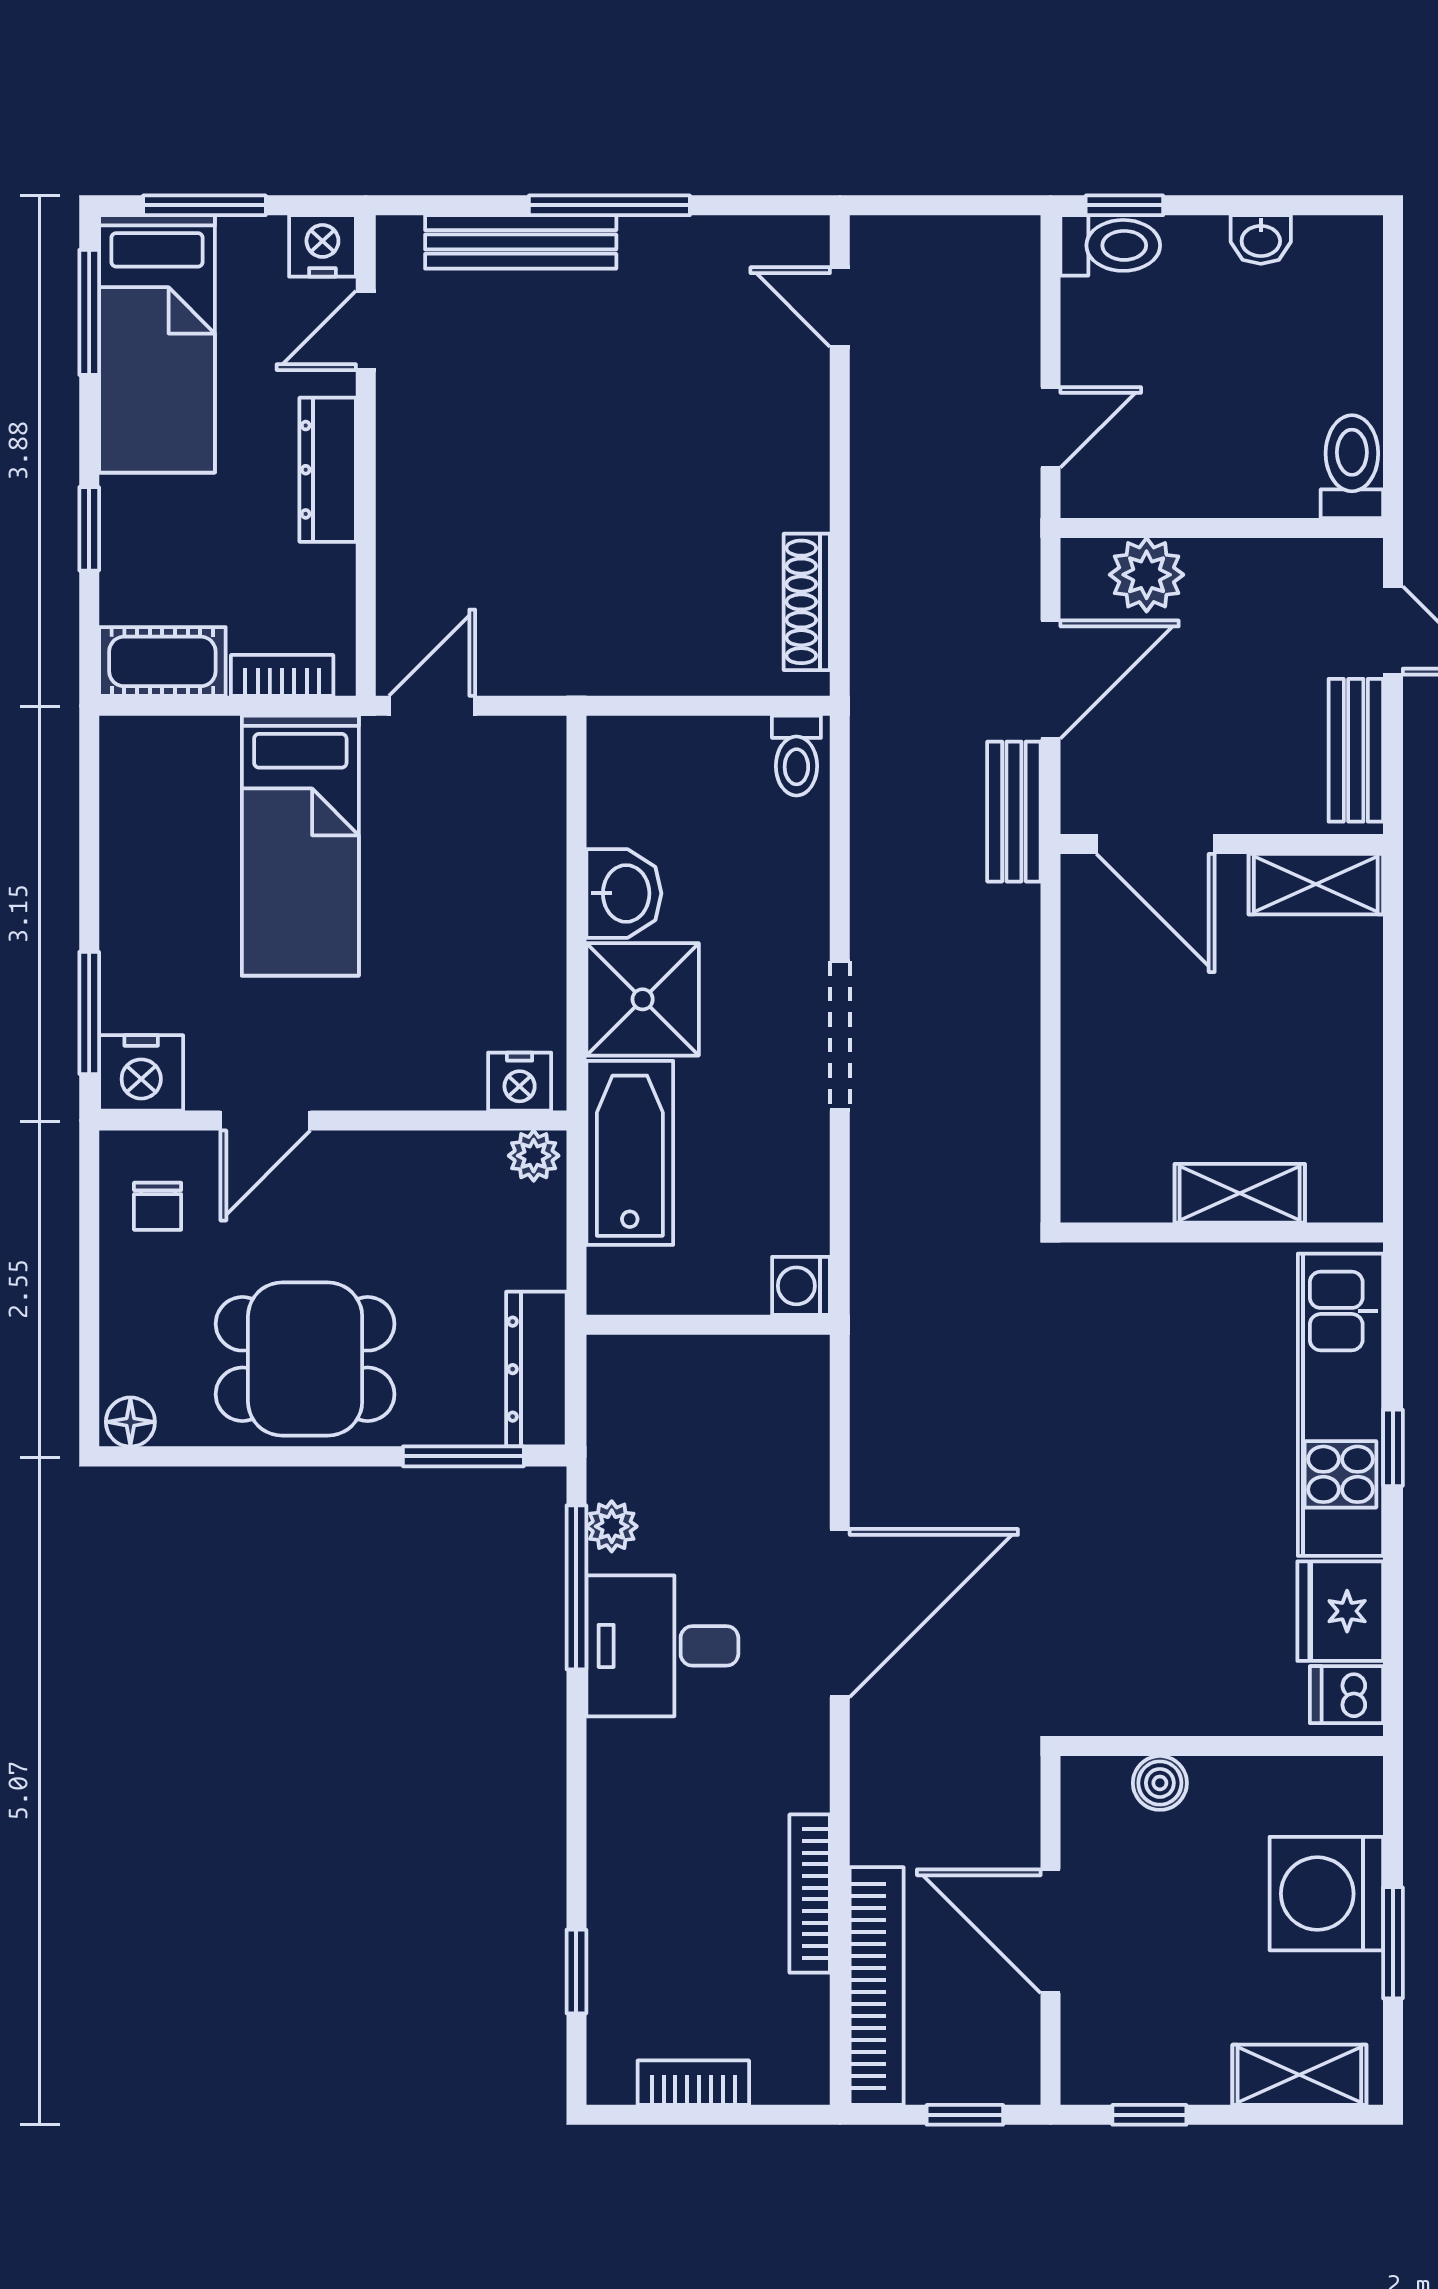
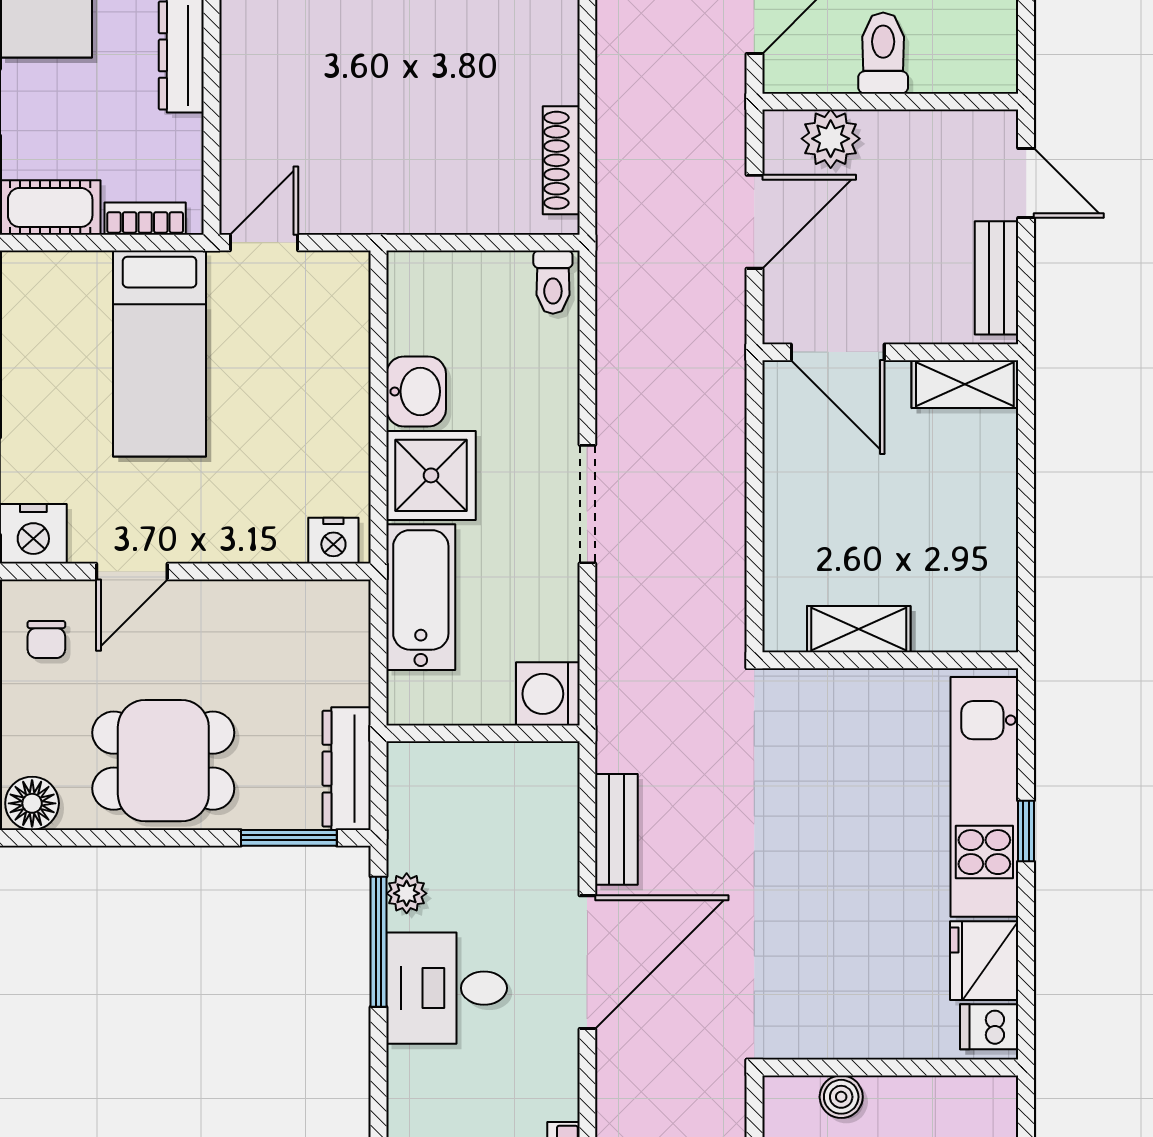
toilet: (1352, 467) -> (883, 53), moved
bench: (1014, 812) -> (616, 829), moved
plant: (534, 1156) -> (345, 599), removed
shelving: (1240, 1193) -> (859, 629), moved
washing machine: (801, 1286) -> (548, 694), width x1.38, depth x1.38
floor lamp: (130, 1422) -> (32, 803), width x1.37, depth x1.37

